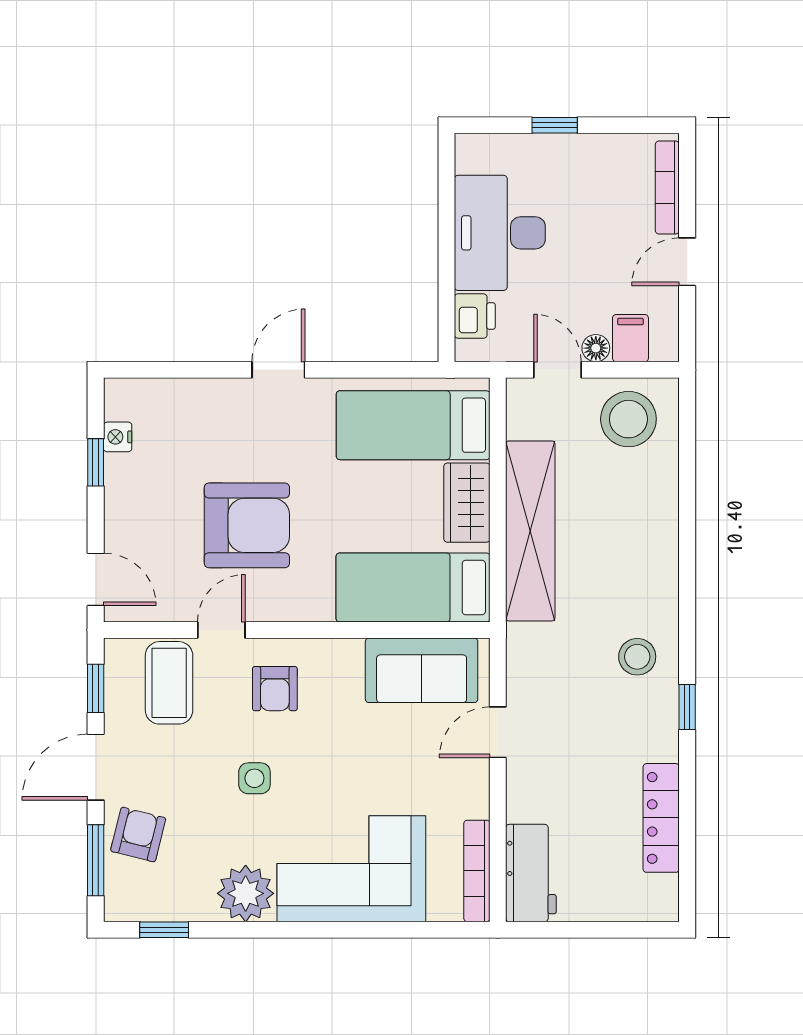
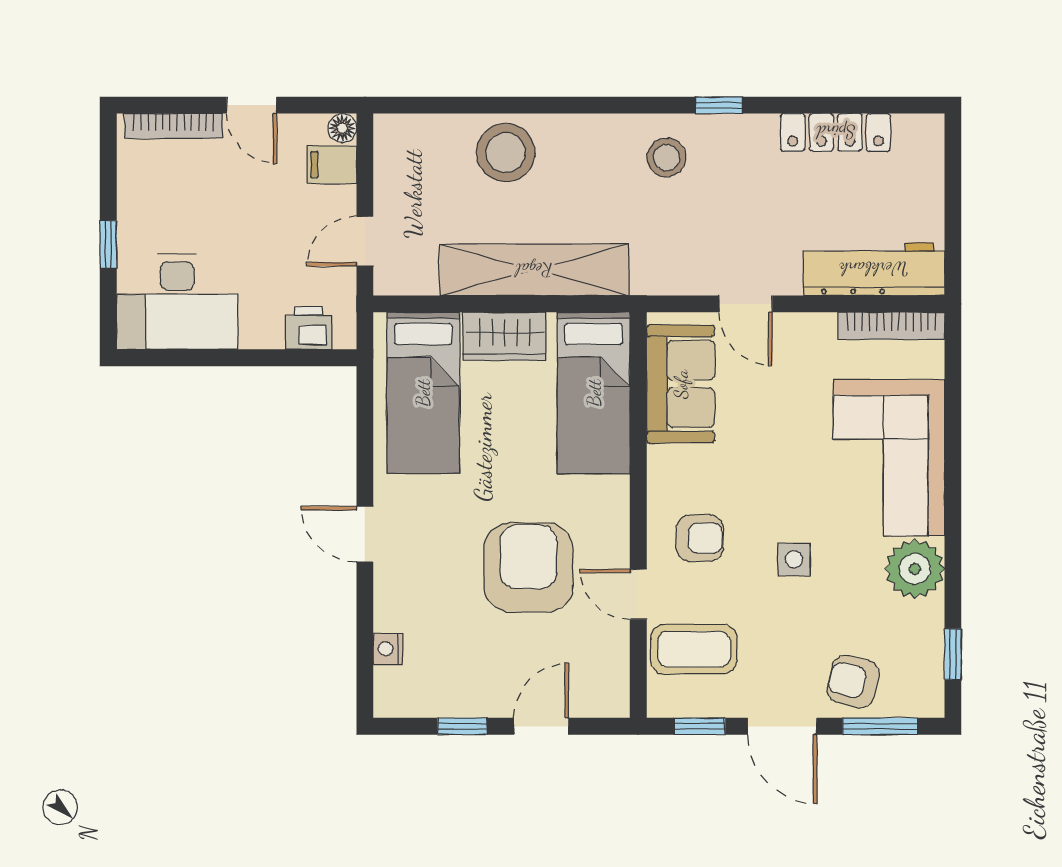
desk: (500, 233) -> (177, 302), moved
floor lamp: (596, 348) -> (342, 128), moved
stool: (628, 419) -> (506, 153), moved
nightstand: (118, 437) -> (388, 649), moved, turned 90
door: (96, 579) -> (541, 726), moved
workbench: (531, 873) -> (874, 269), width x1.37

